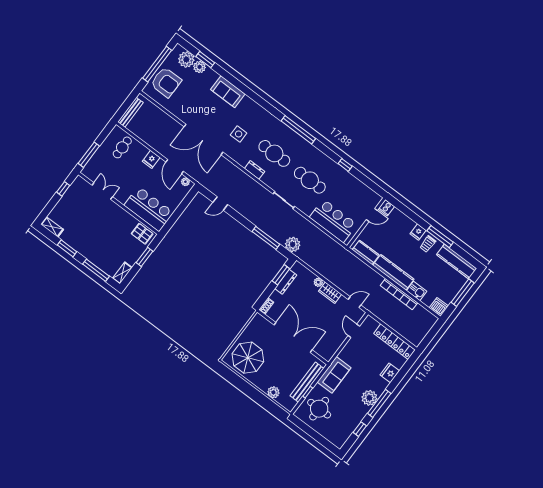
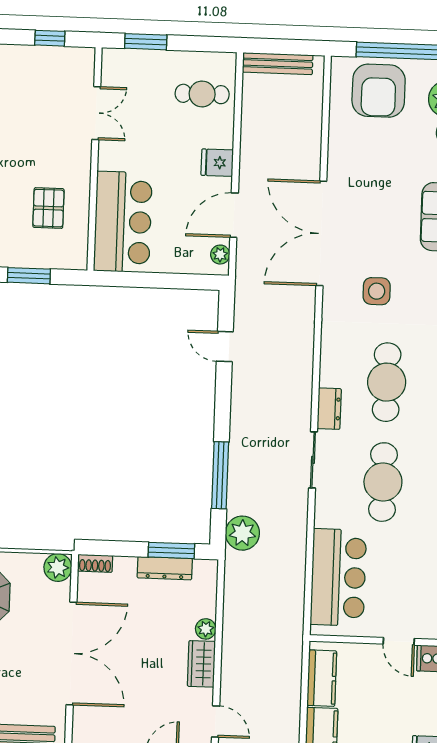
window: (89, 155) -> (146, 42), width x0.69
dresser: (255, 170) -> (329, 409), moved
pallet: (142, 234) -> (48, 208), moved
plant: (258, 321) -> (58, 568), added

